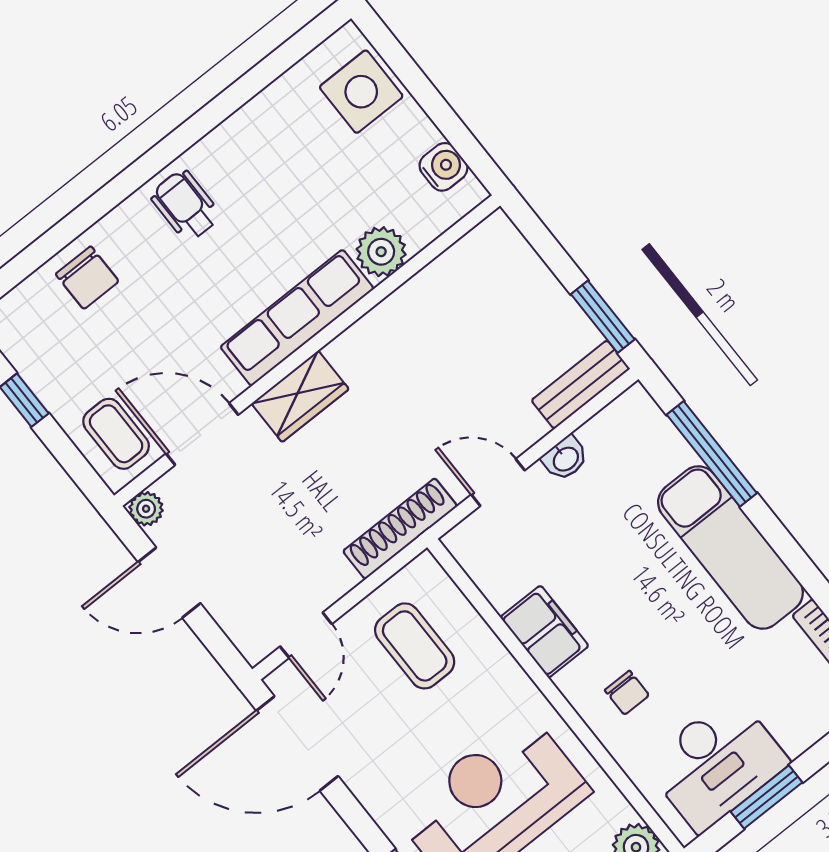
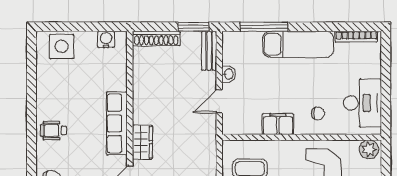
plant: (381, 252) -> (117, 80), removed
shoe rack: (400, 529) -> (156, 39), moved, turned -90
window: (766, 797) -> (386, 96), removed

